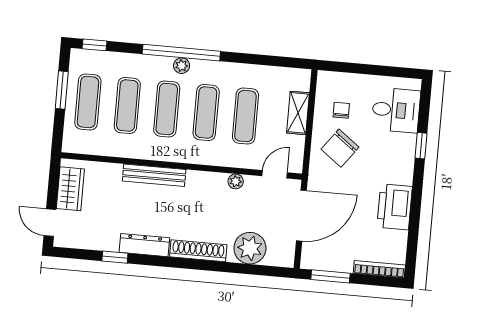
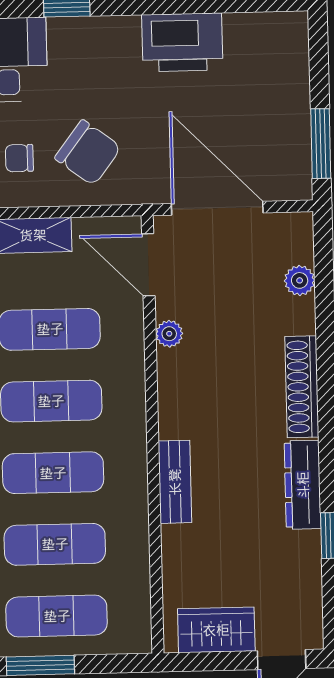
door: (275, 174) -> (148, 265), width x1.38
bench: (154, 175) -> (175, 482), width x0.73
plant: (250, 248) -> (300, 280), width x0.53, depth x0.53
bookcase: (379, 269) -> (298, 57), removed

